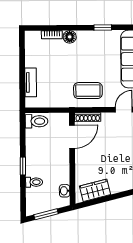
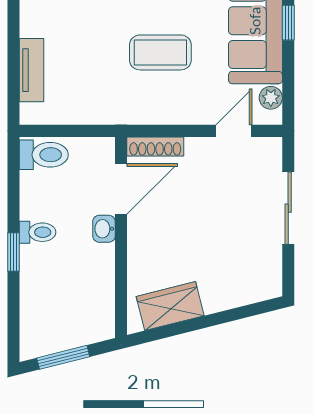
coffee table: (88, 91) -> (160, 52), moved
toilet: (34, 182) -> (38, 232), moved
washbasin: (65, 191) -> (104, 229), moved

